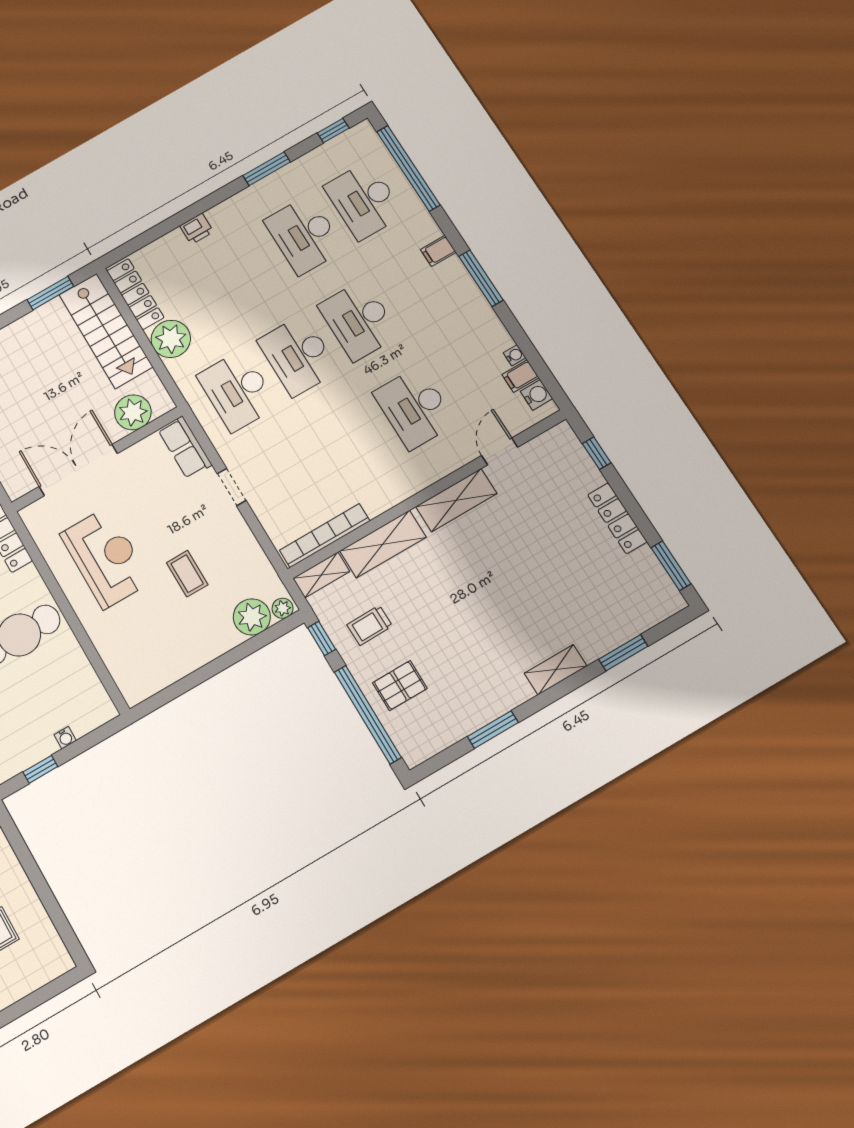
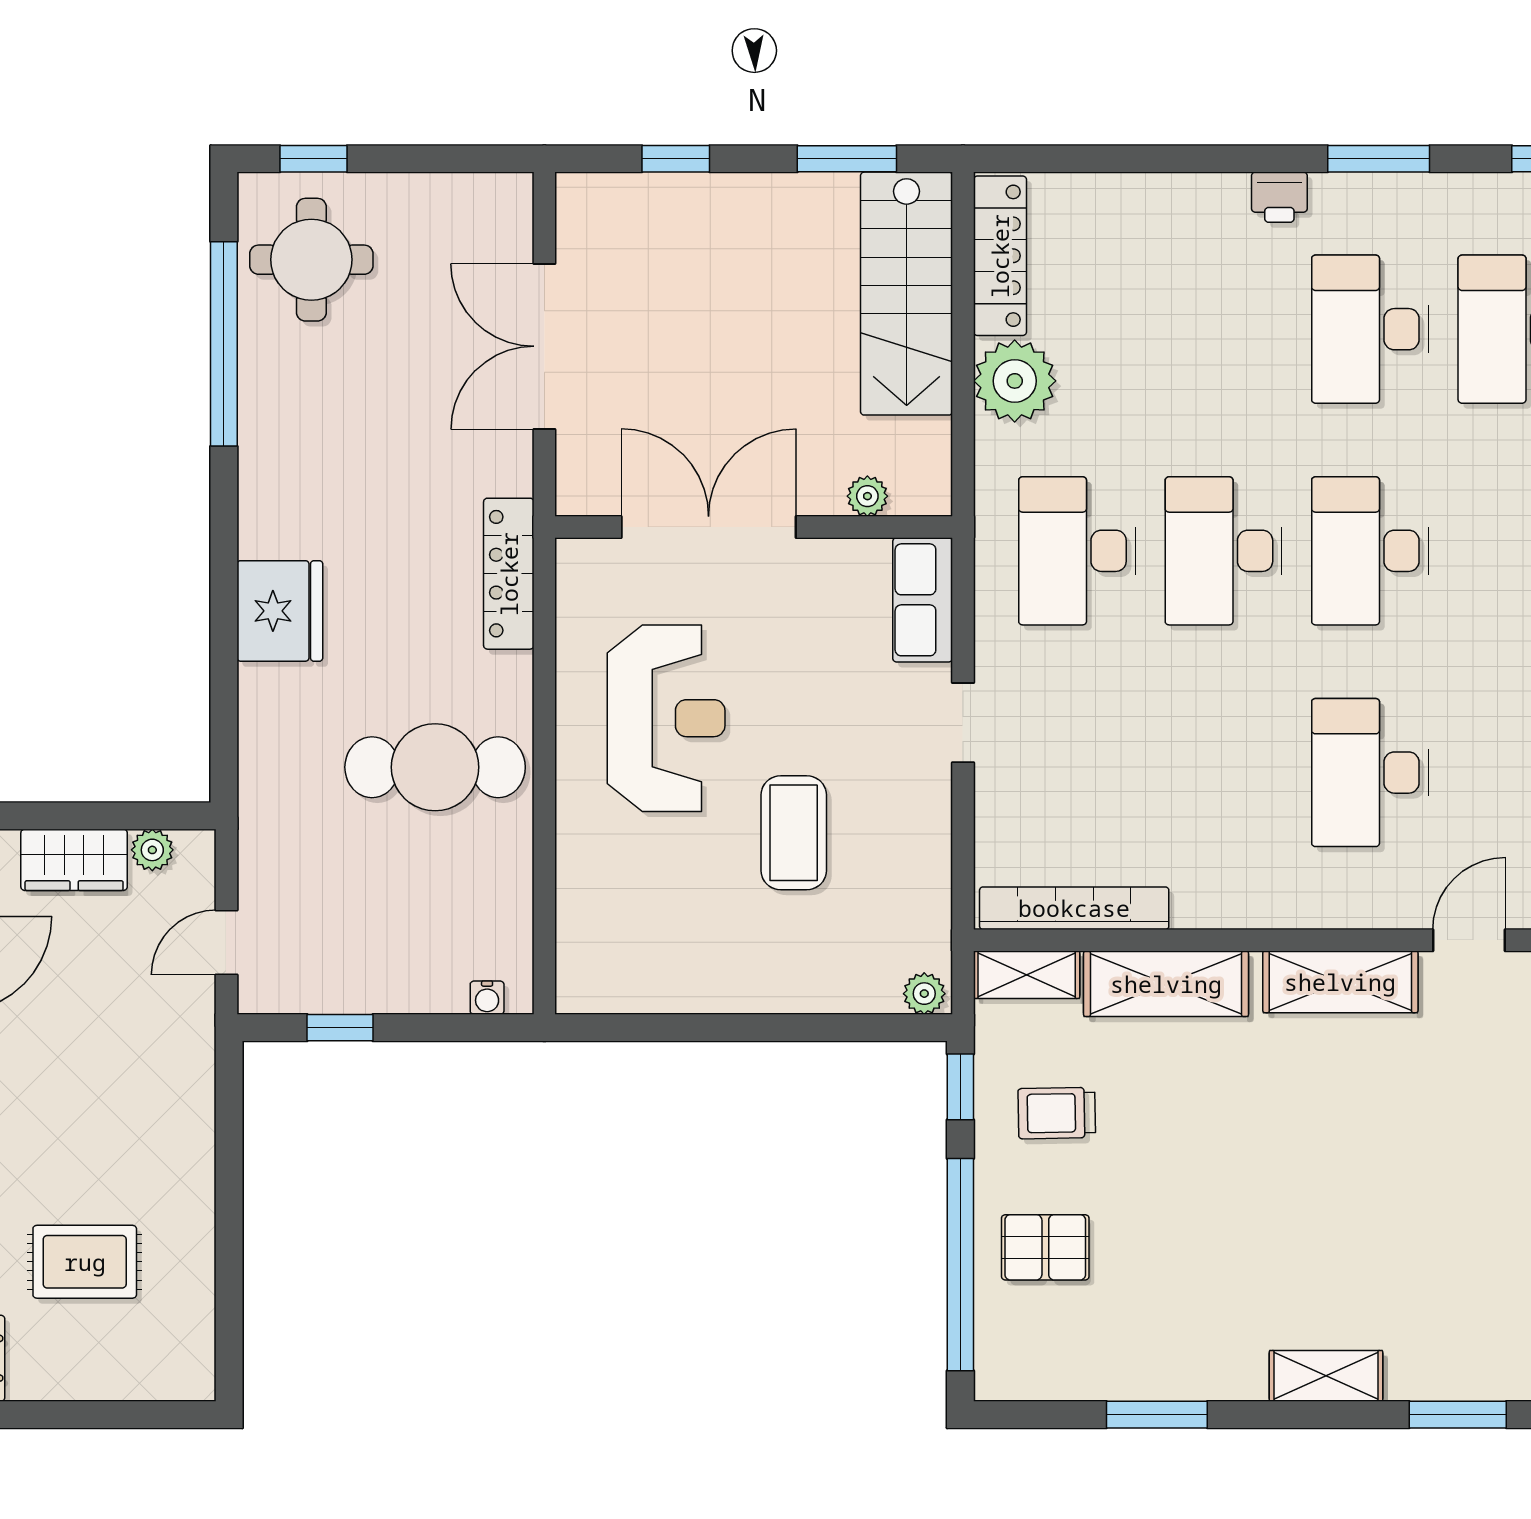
printer: (197, 229) -> (1279, 197), moved
plant: (133, 412) -> (867, 496), width x0.53, depth x0.53
coffee table: (187, 574) -> (794, 833), width x1.36, depth x1.30
plant: (252, 617) -> (862, 977), removed
water cooler: (65, 738) -> (487, 998), moved

